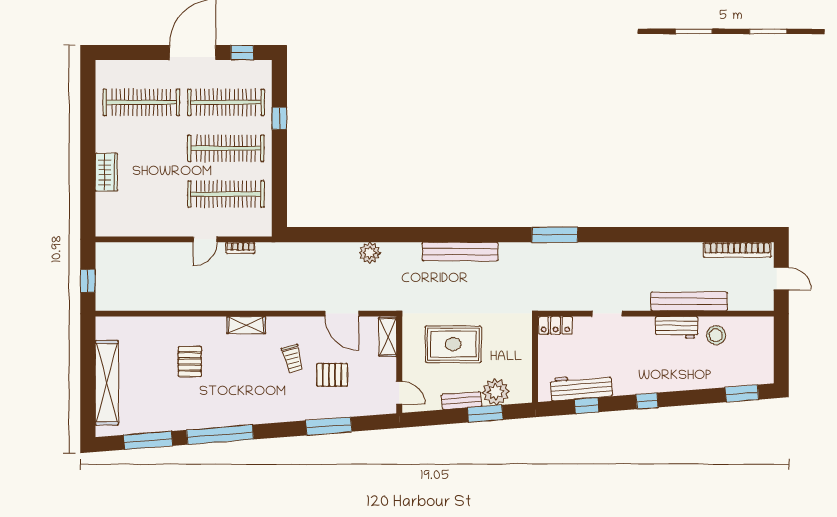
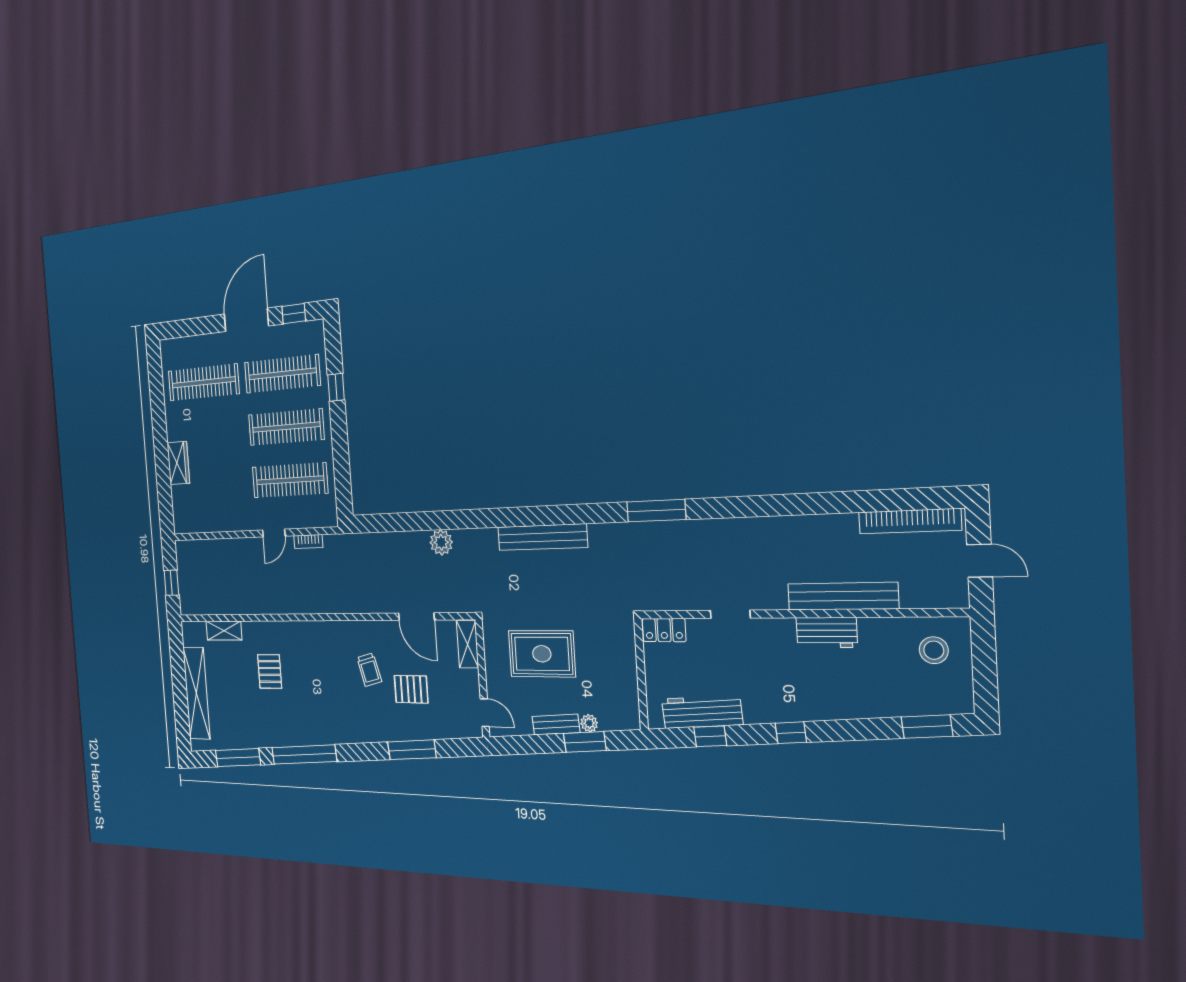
shelving: (246, 325) -> (224, 631), moved
stool: (716, 335) -> (934, 650), moved
plant: (496, 392) -> (589, 723), width x0.53, depth x0.53

